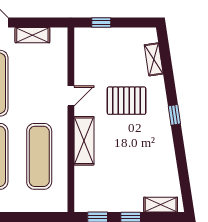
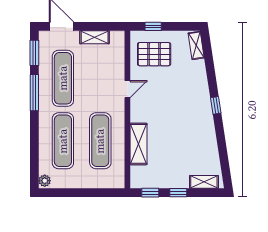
shelving: (154, 59) -> (196, 45), moved
pallet: (127, 101) -> (154, 54), moved
shelving: (84, 141) -> (139, 144), moved

